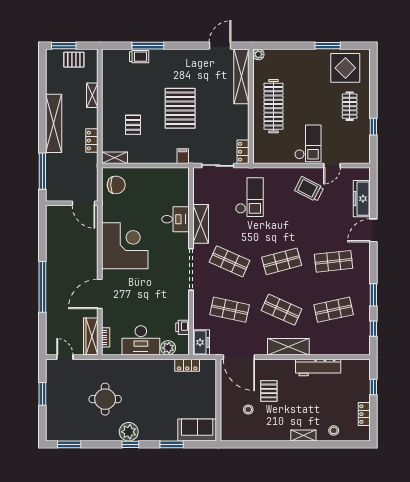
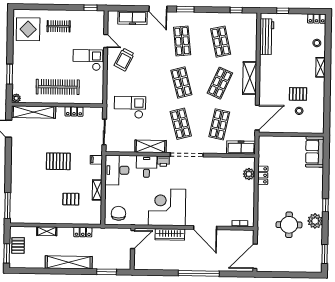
window: (148, 46) -> (7, 206), moved
window: (328, 46) -> (10, 74), moved
trolley: (139, 57) -> (16, 193), removed
pallet: (180, 108) -> (58, 161), width x0.73, depth x0.71
window: (373, 127) -> (91, 8), moved
locker: (243, 152) -> (74, 111), moved
shelving: (115, 158) -> (97, 190), moved
window: (42, 171) -> (107, 272), width x0.69
shop shelf: (230, 261) -> (181, 124), turned -39
window: (373, 295) -> (185, 9), moved
printer: (182, 327) -> (163, 161), moved
wardrobe: (91, 336) -> (170, 234), moved
desk: (141, 340) -> (117, 170), moved, turned 180
freezer: (201, 342) -> (241, 147), width x1.40
door: (65, 357) -> (255, 256), width x1.88
locker: (187, 365) -> (263, 175), moved
workbench: (318, 367) -> (267, 37), moved
pallet: (269, 391) -> (298, 94), moved
window: (42, 394) -> (284, 275), removed
locker: (364, 414) -> (317, 19), moved
plant: (129, 432) -> (315, 221), moved
window: (172, 444) -> (326, 172), removed

